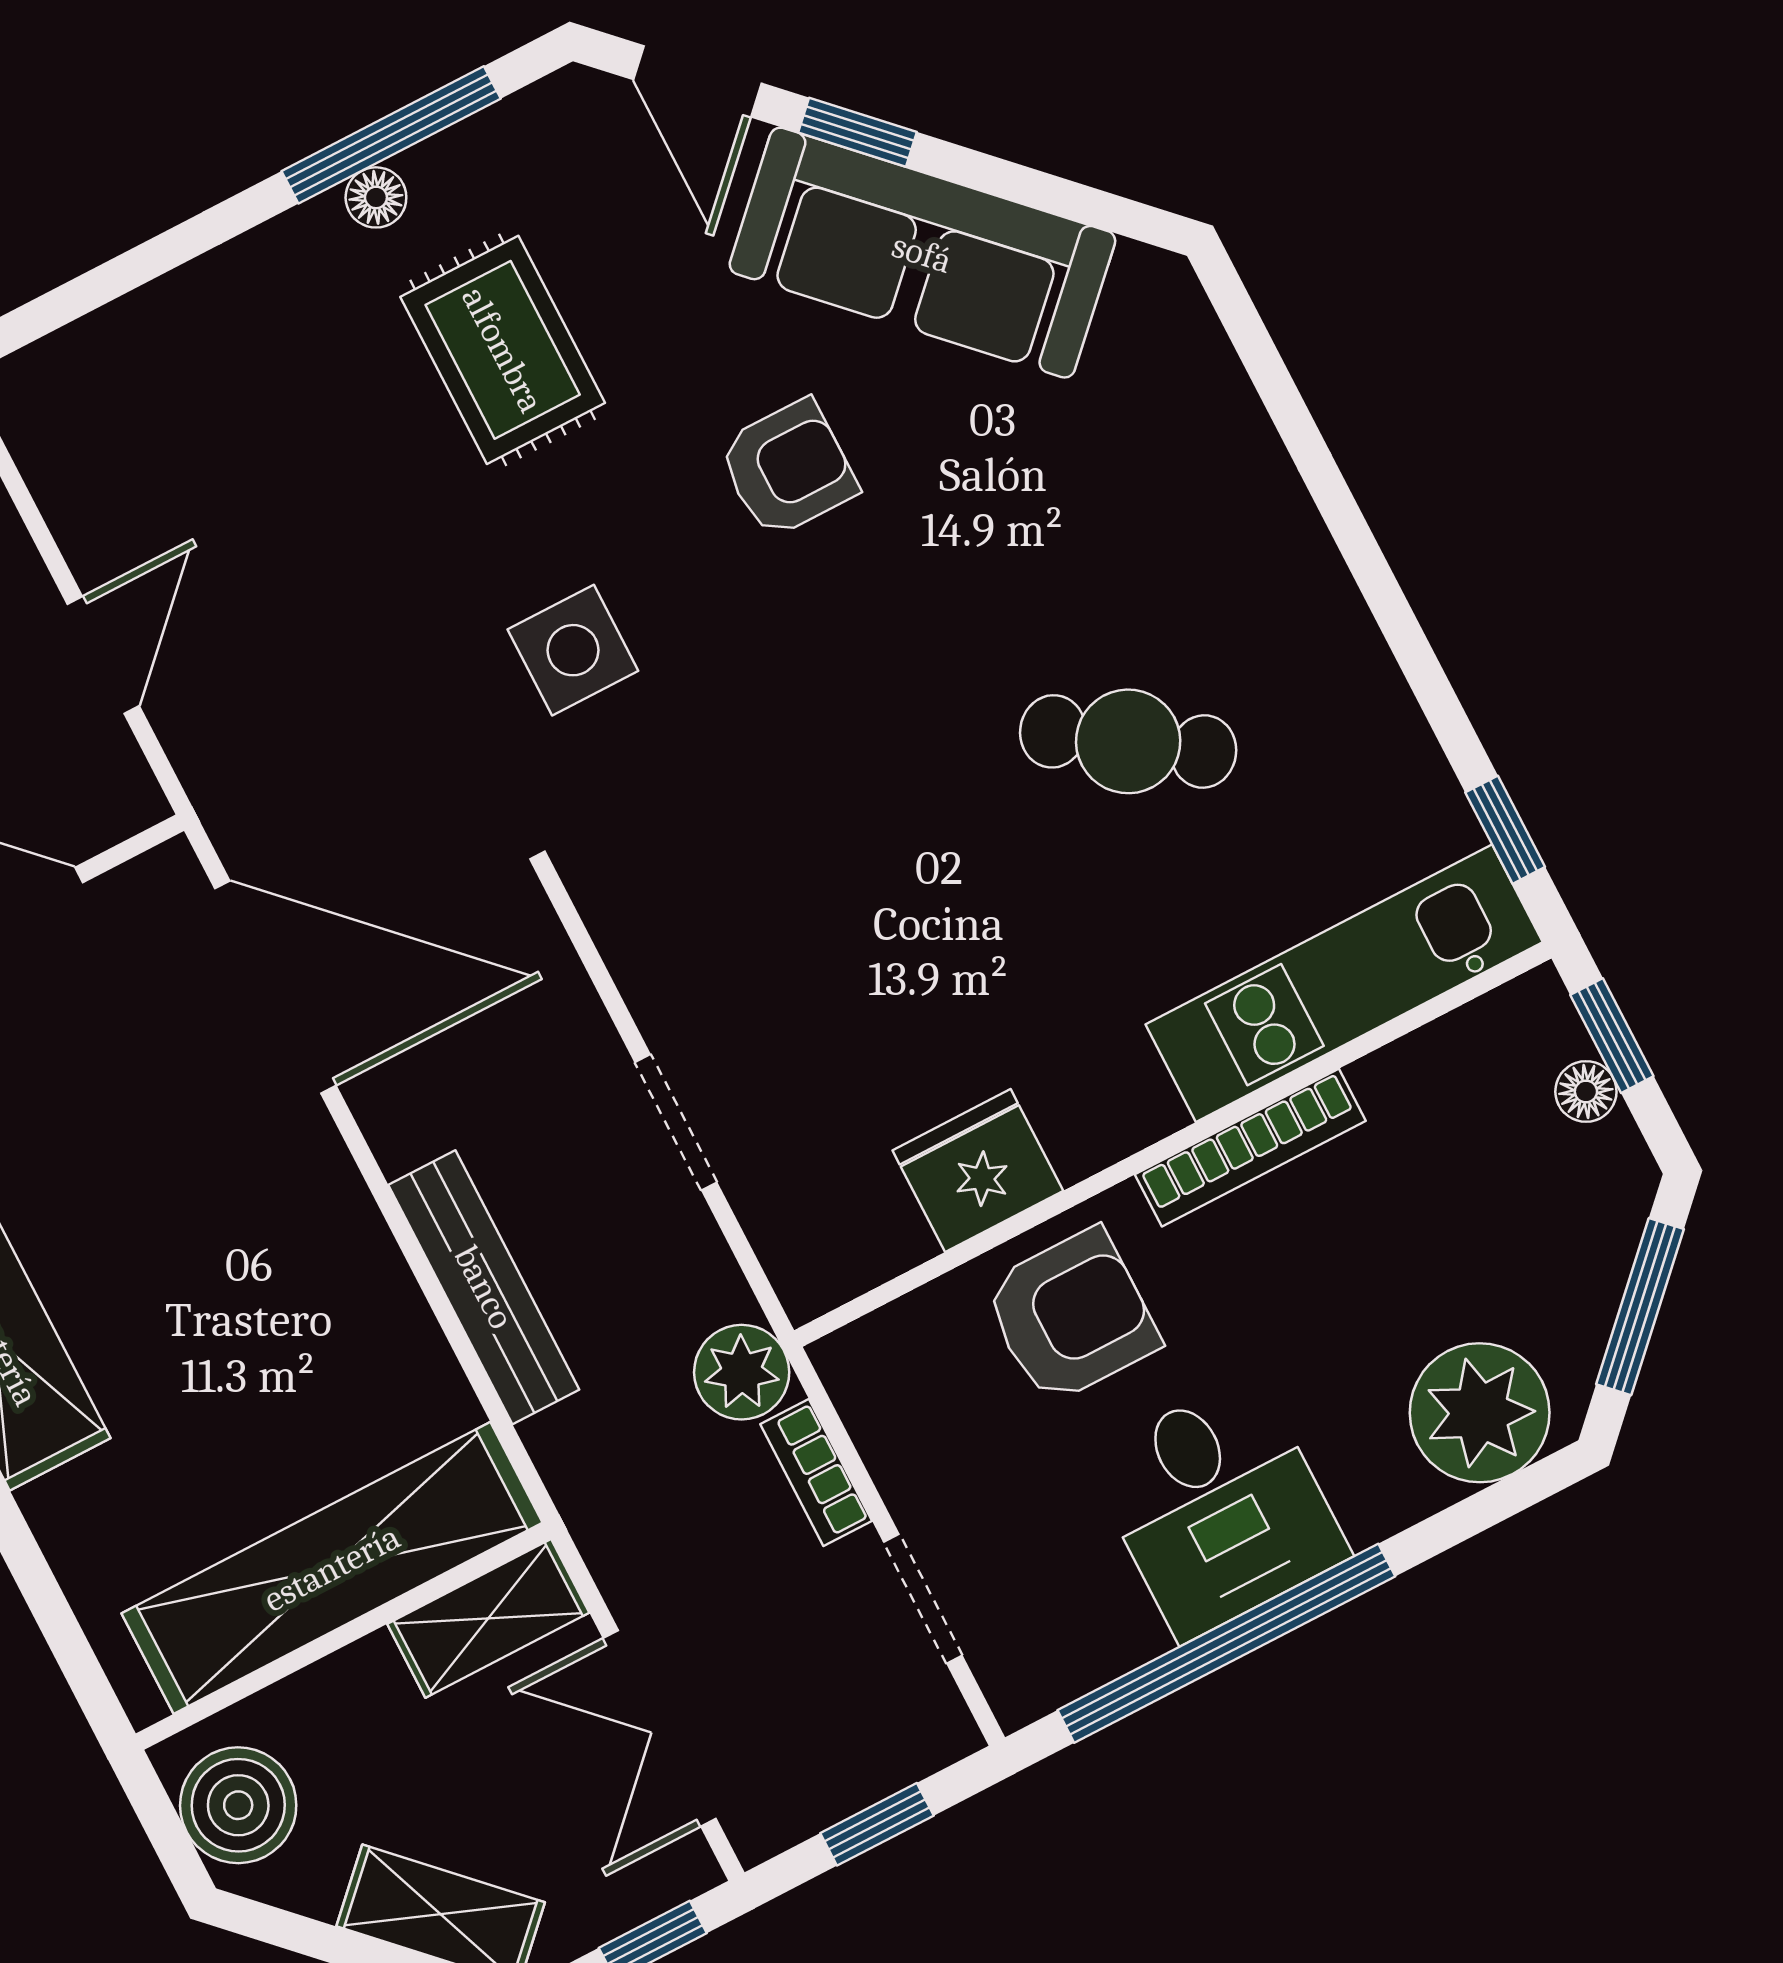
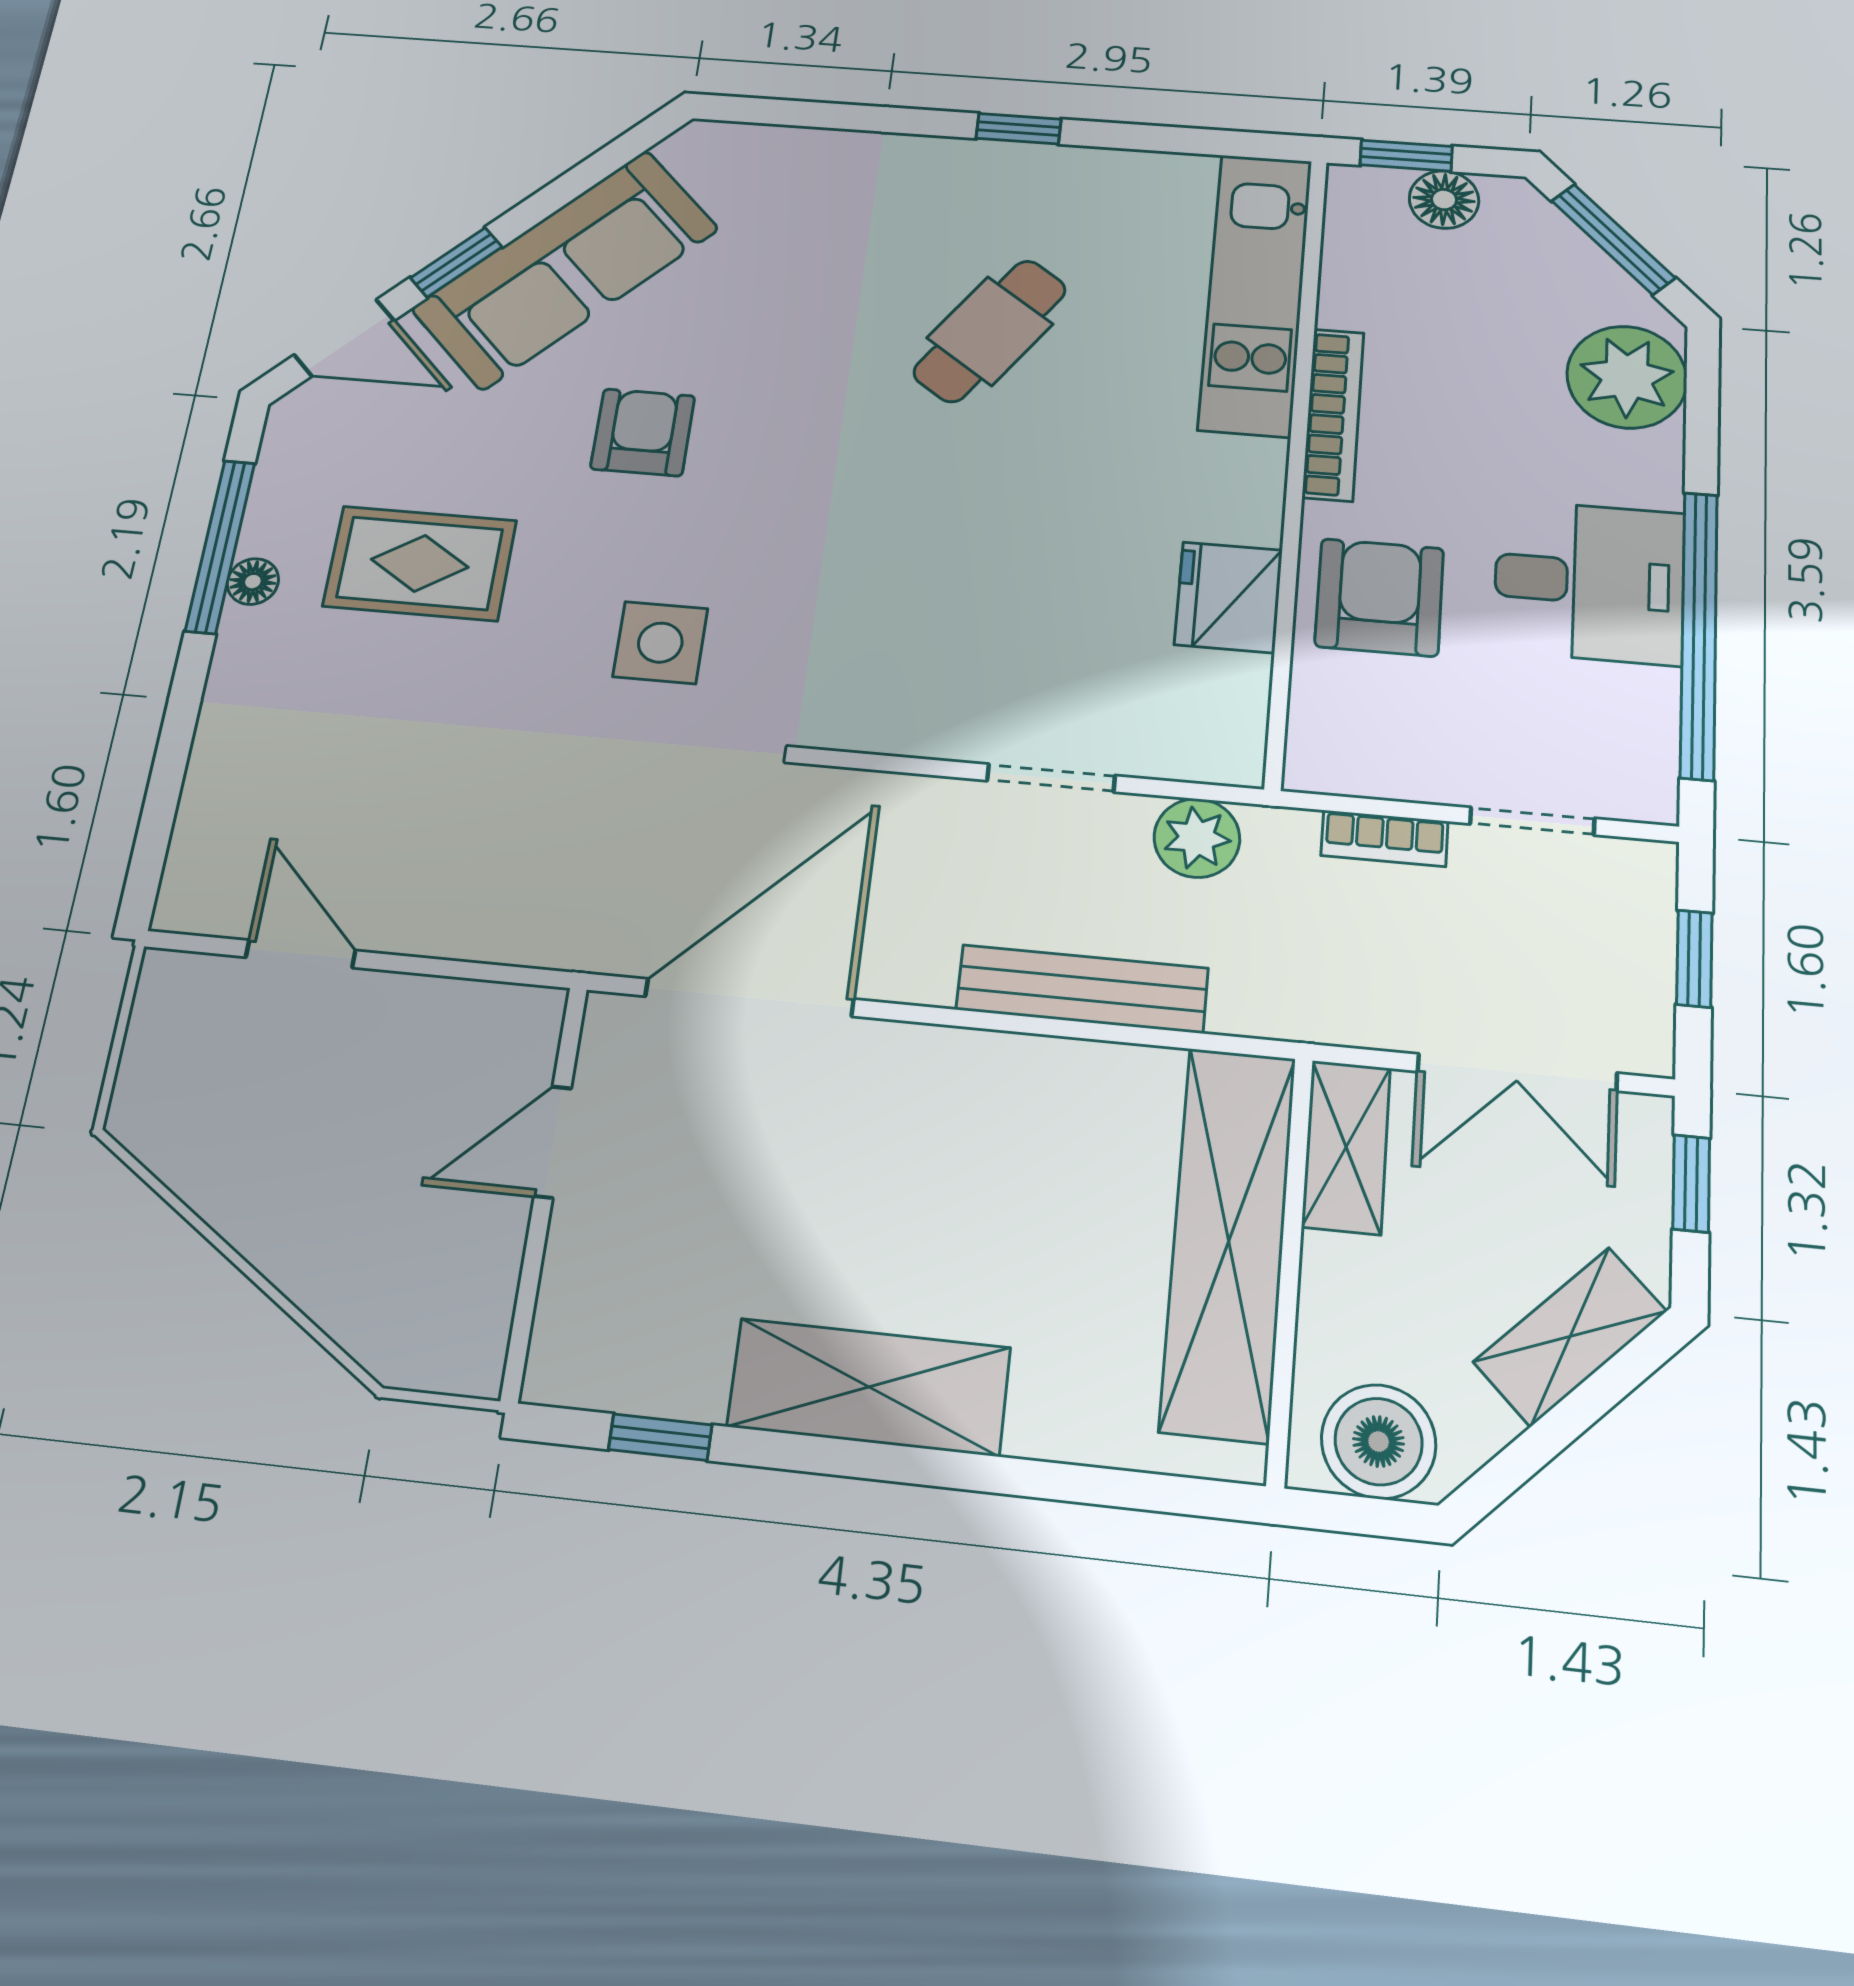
door: (103, 655) -> (301, 954), moved
window: (1505, 830) -> (1018, 129), moved
floor lamp: (1586, 1091) -> (1444, 200), width x1.37, depth x1.37
plant: (742, 1372) -> (1197, 838), moved

